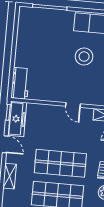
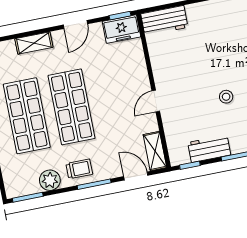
stool: (84, 56) -> (226, 97), width x0.53, depth x0.53
freezer: (17, 119) -> (121, 29), width x0.71

